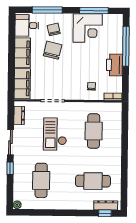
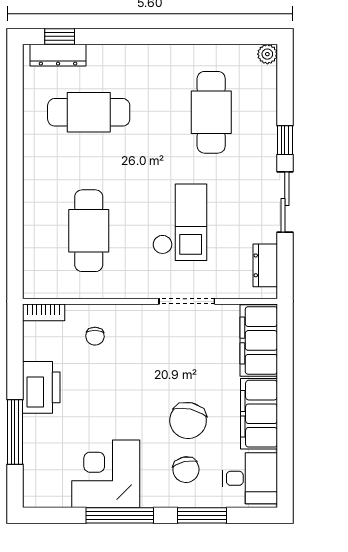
window: (47, 10) -> (202, 515), width x0.69
window: (94, 11) -> (120, 515), moved
window: (126, 46) -> (15, 432), width x0.68

